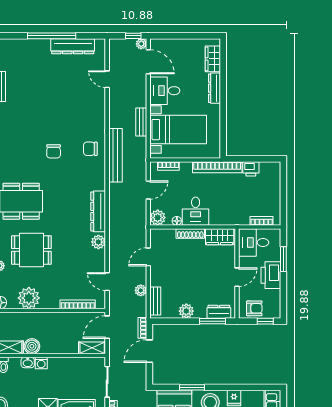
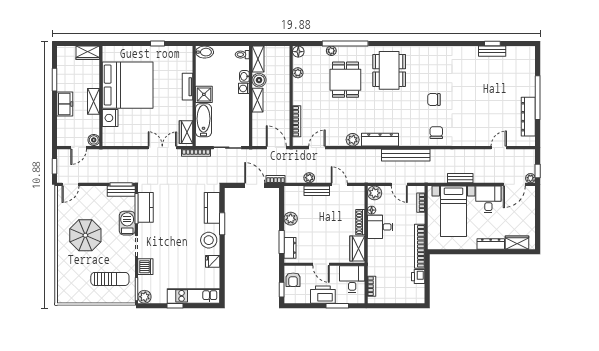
bench: (115, 155) -> (406, 155), moved
plant: (29, 298) -> (298, 73), width x0.53, depth x0.53
bench: (155, 301) -> (317, 191), moved
shelving: (92, 348) -> (258, 100), moved

